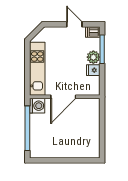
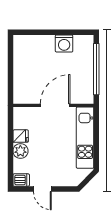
window: (102, 49) -> (10, 160), removed
washing machine: (37, 106) -> (64, 43), moved, turned -90

